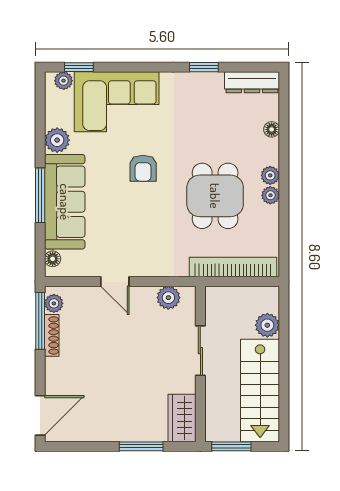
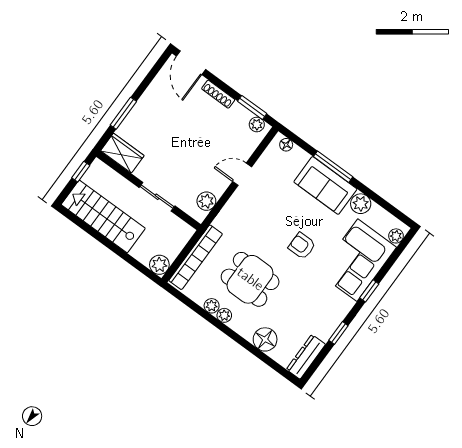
window: (79, 67) -> (369, 291), moved
floor lamp: (272, 129) -> (265, 339), width x1.89, depth x1.89
plant: (270, 175) -> (212, 306), moved
sofa: (65, 202) -> (325, 185), width x0.73
window: (40, 321) -> (252, 107), width x0.69
plant: (267, 325) -> (159, 265), moved
shoe rack: (52, 335) -> (218, 94), moved
window: (231, 446) -> (81, 172), width x0.67

